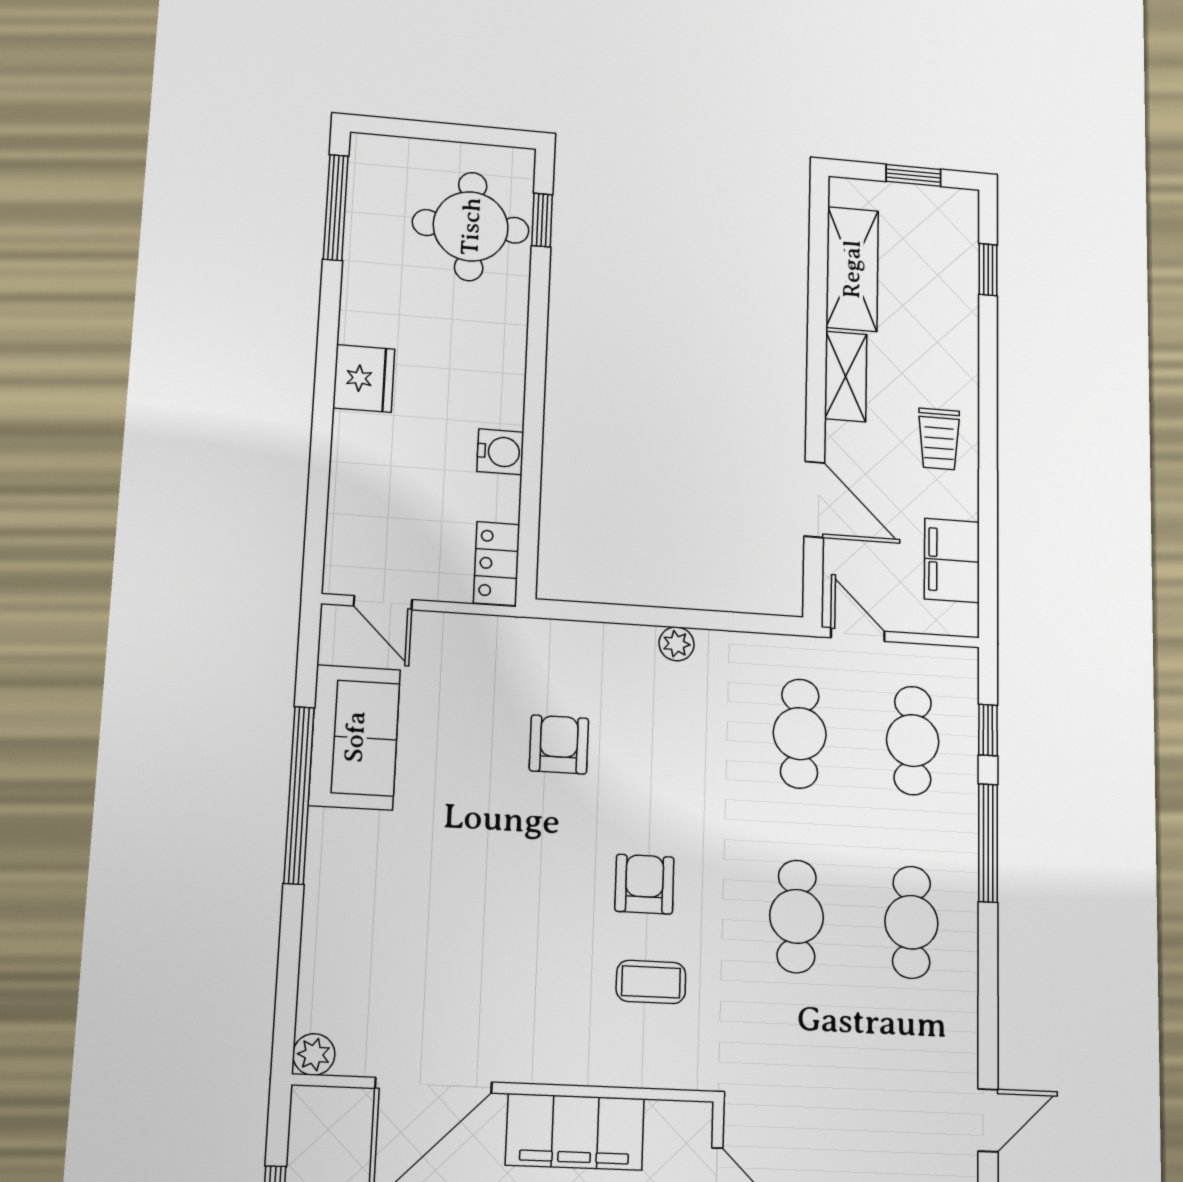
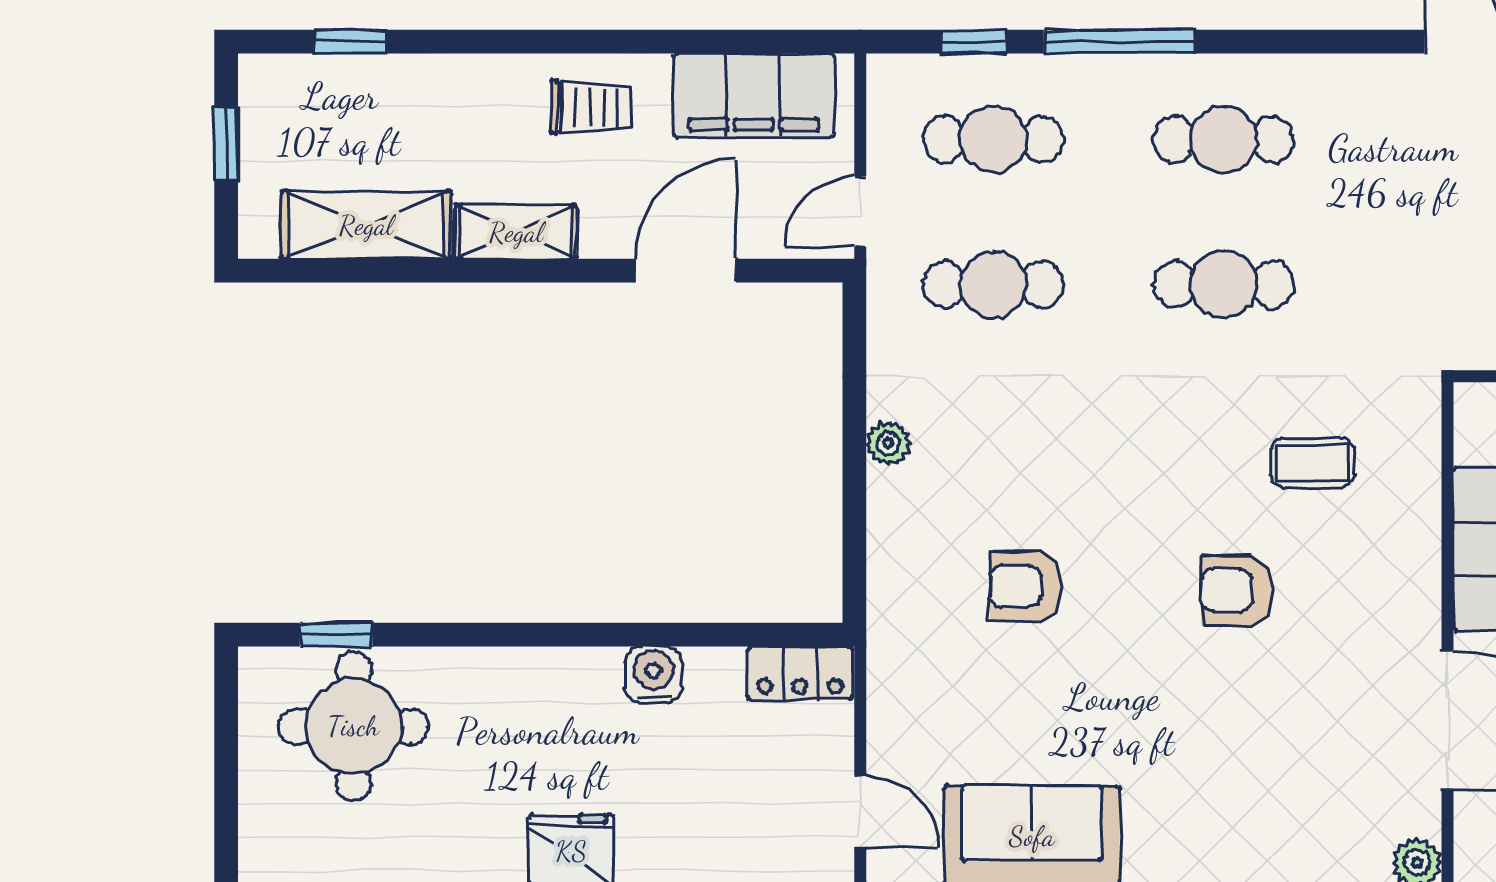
filing cabinet: (952, 560) -> (754, 95), width x1.50, depth x1.17
door: (383, 603) -> (860, 811), hinge flipped
armchair: (644, 884) -> (1237, 591), moved
coffee table: (651, 982) -> (1313, 463), turned 90

